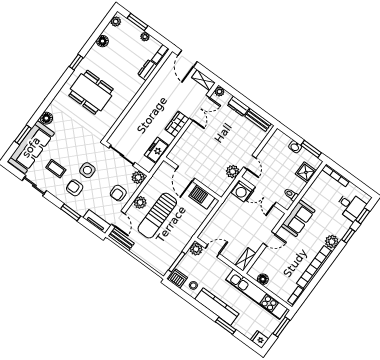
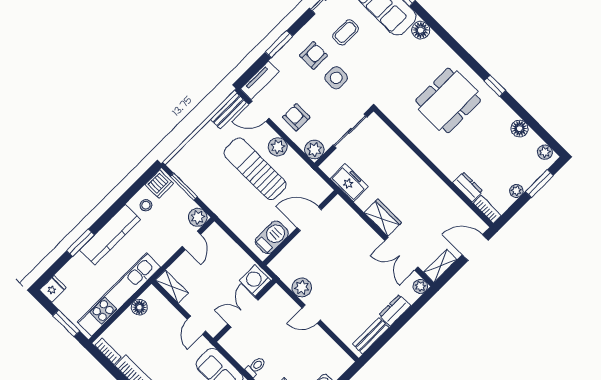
washing machine: (242, 191) -> (255, 280), moved
wall: (263, 195) -> (245, 310), moved
double door: (265, 196) -> (243, 312), moved

